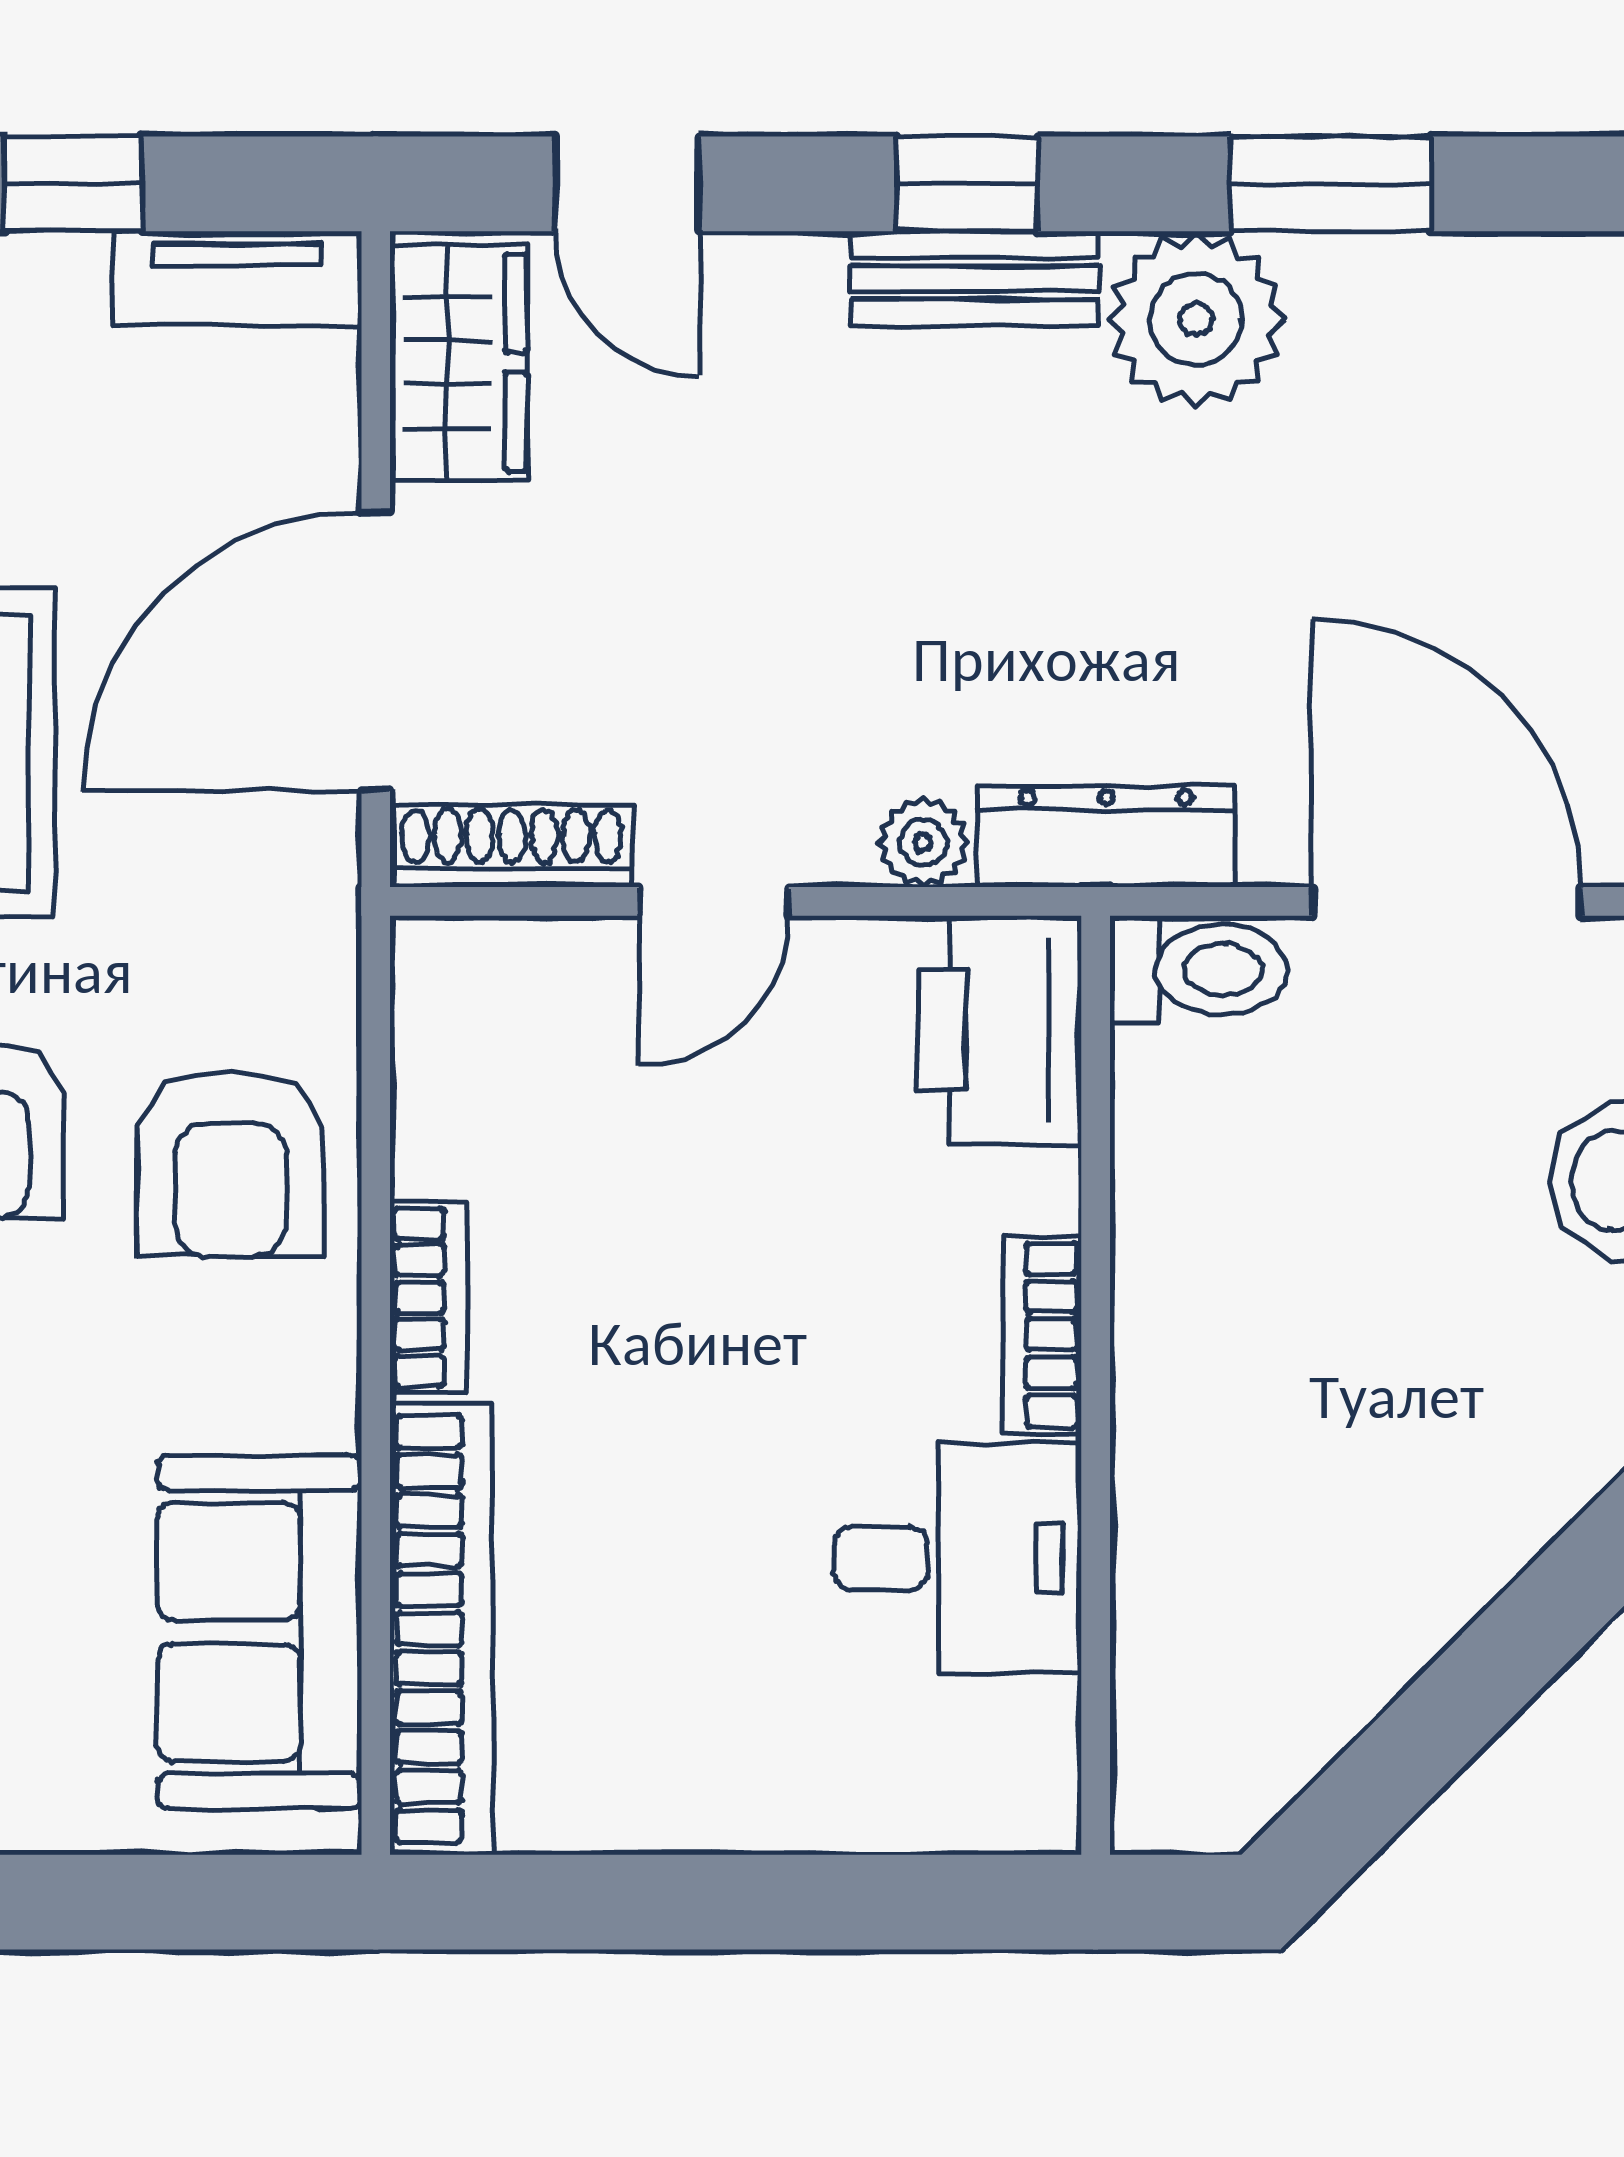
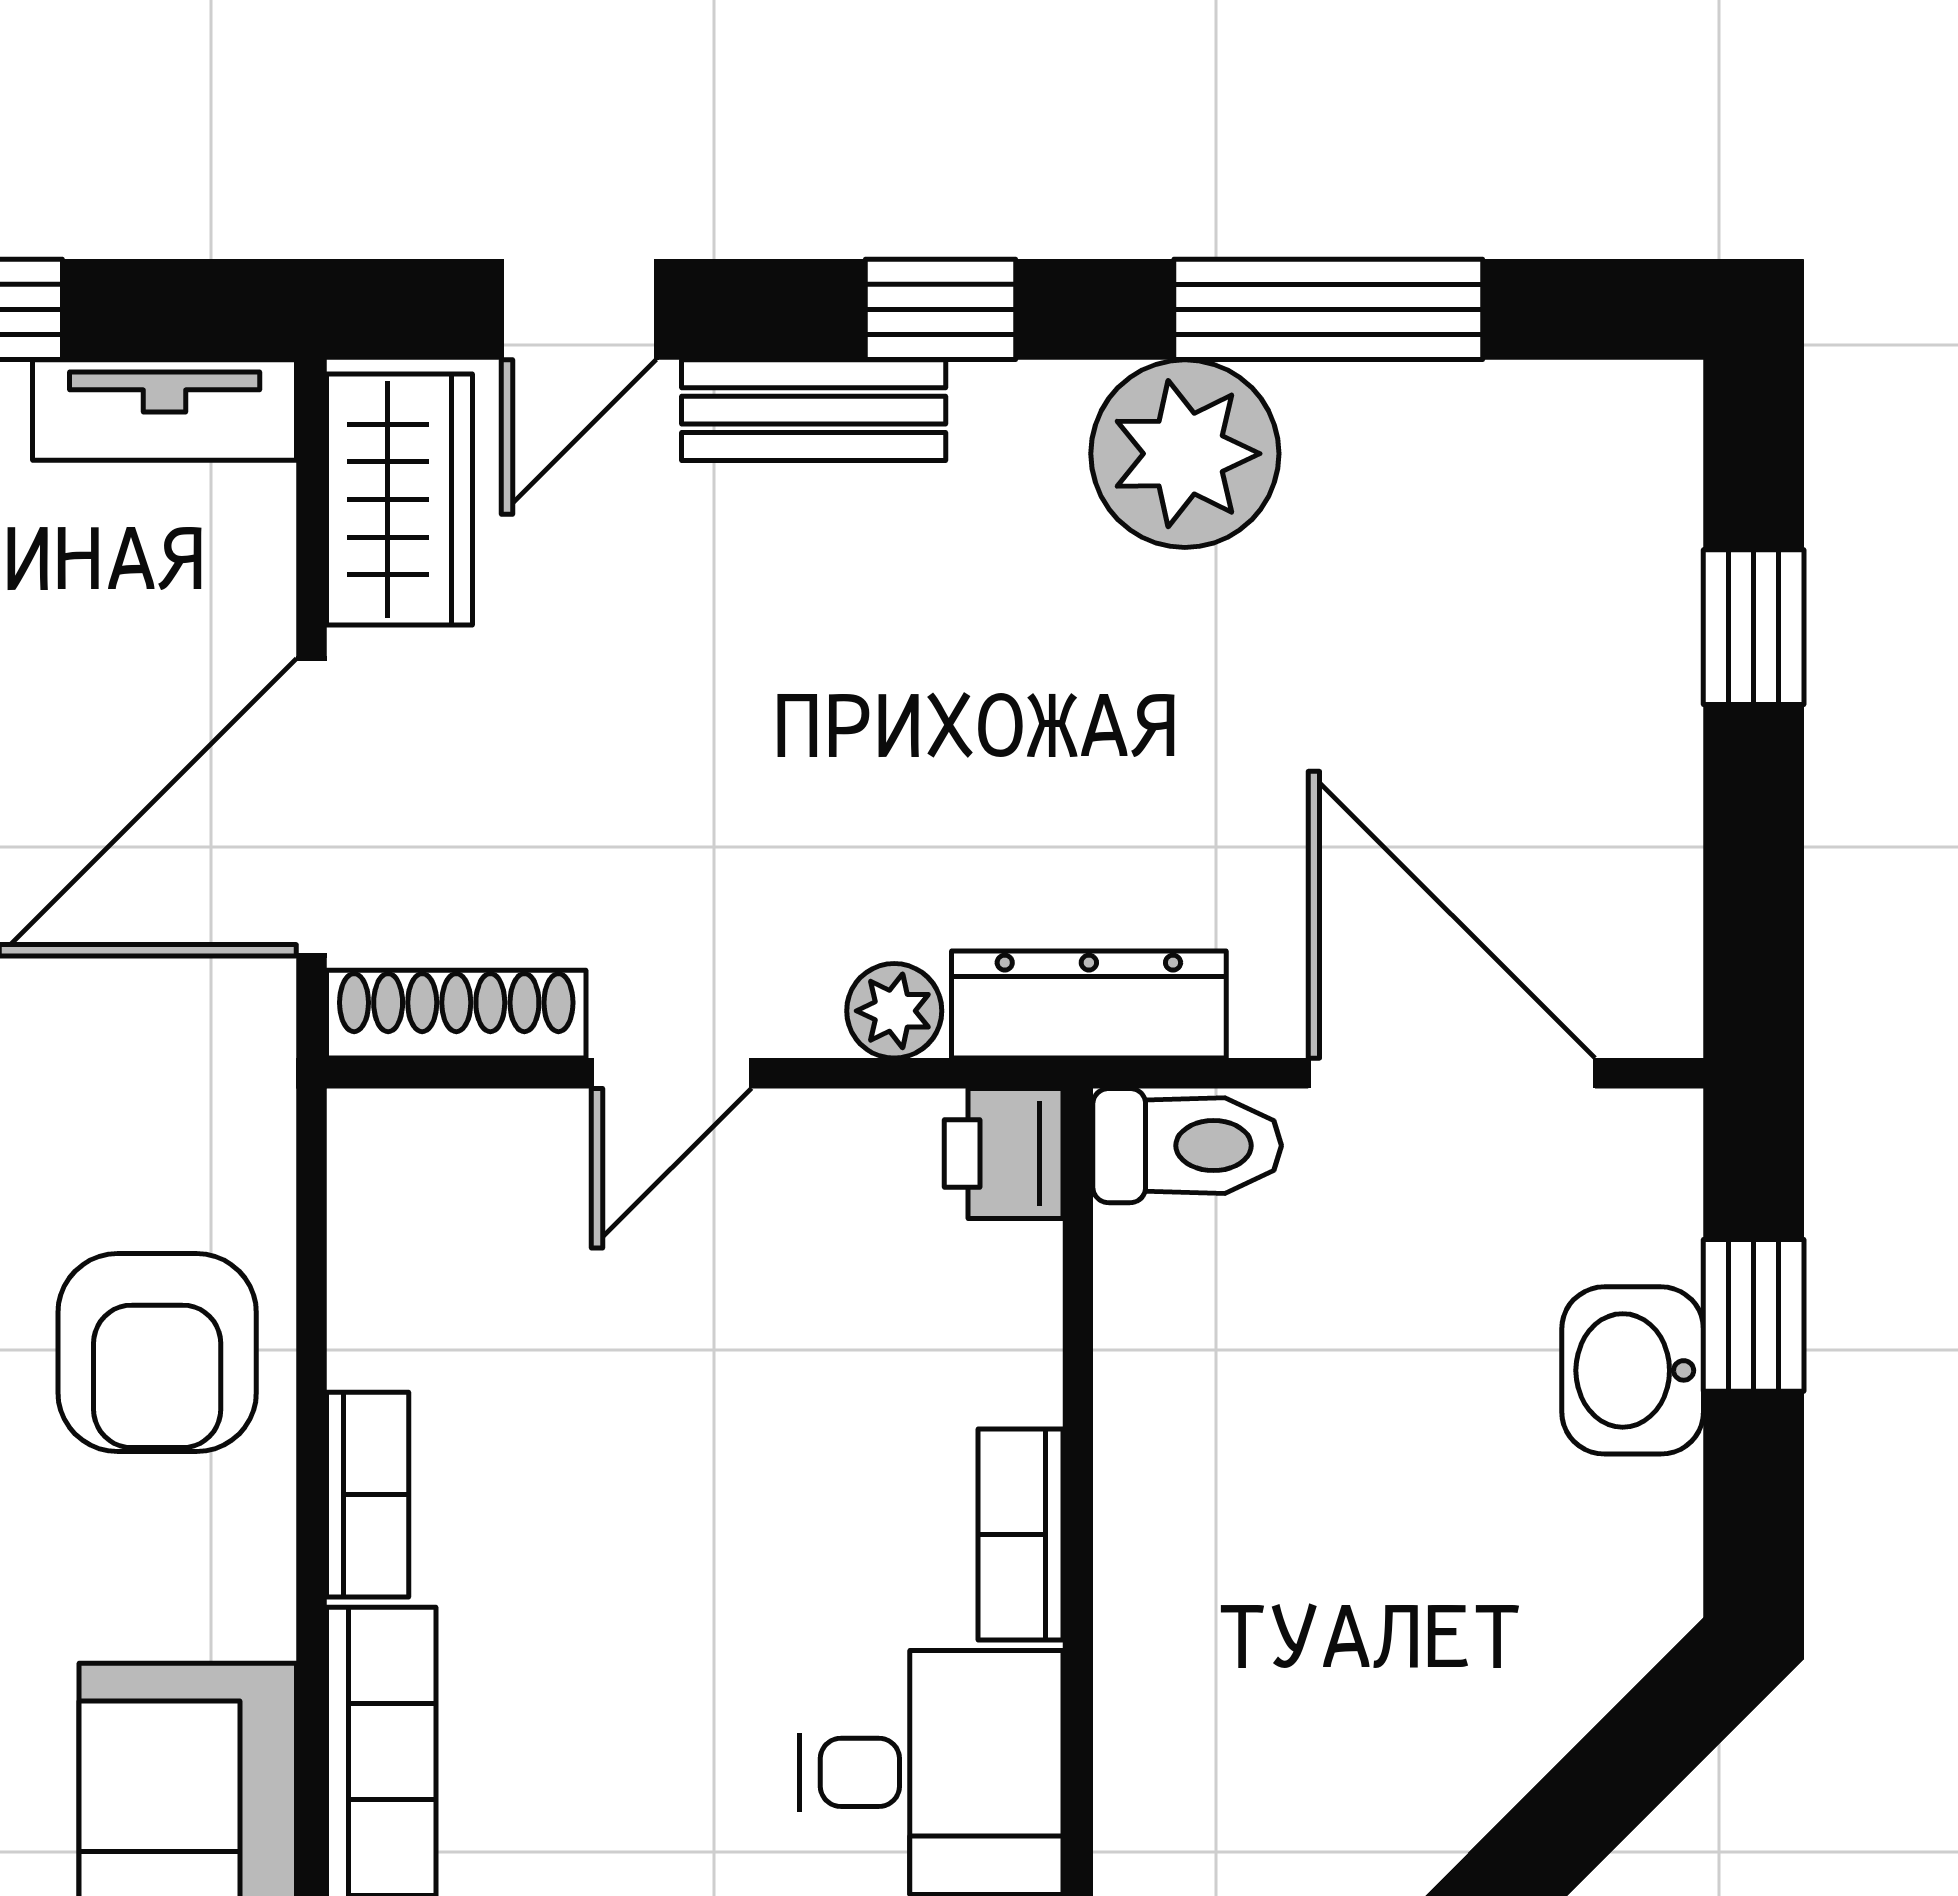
door: (627, 184) -> (579, 309), hinge flipped
window: (1331, 184) -> (1328, 309), width x1.44
bench: (974, 278) -> (814, 410), moved
printer: (999, 1030) -> (1004, 1153), width x0.53, depth x0.68

